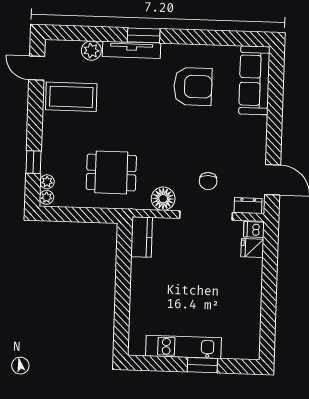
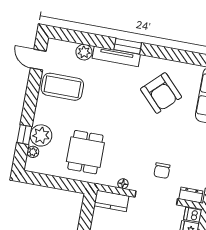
armchair: (193, 86) -> (161, 93), turned 46
dining table: (111, 172) -> (85, 152), turned 90
plant: (47, 197) -> (41, 135), moved, width x1.87, depth x1.87
floor lamp: (163, 199) -> (123, 184), width x0.53, depth x0.53
kitchen counter: (142, 237) -> (111, 201), moved, turned 90

